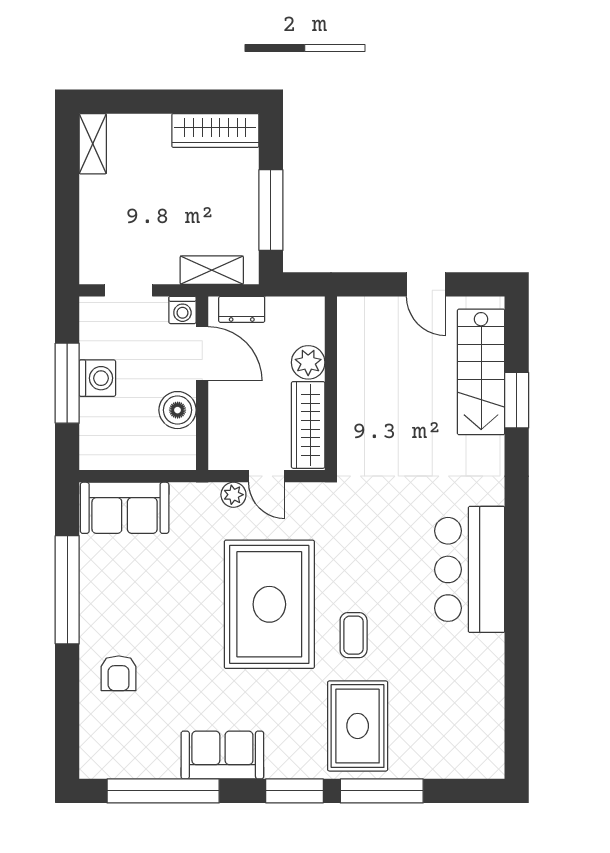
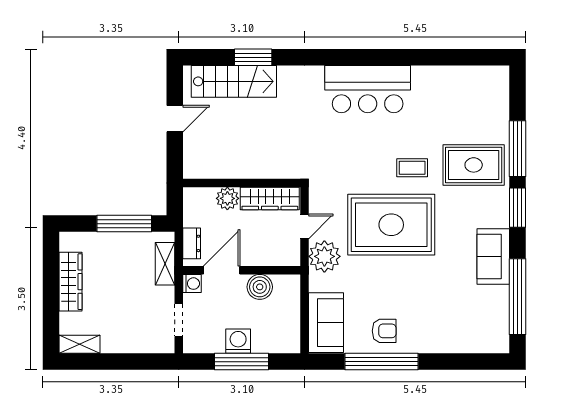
wardrobe: (215, 130) -> (70, 282), moved
plant: (233, 495) -> (324, 256), width x1.88, depth x1.88
armchair: (119, 673) -> (384, 331), moved

